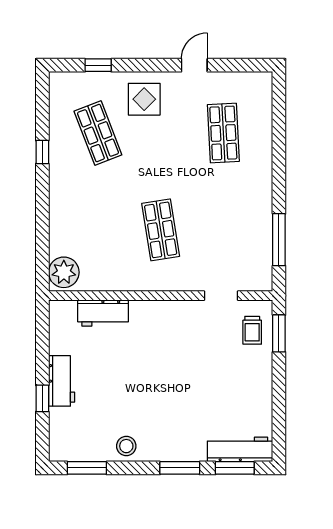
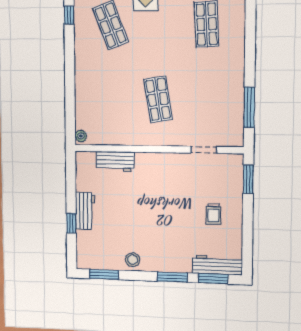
window: (42, 152) -> (69, 15), moved
plant: (64, 272) -> (81, 136), width x0.53, depth x0.53
trolley: (252, 330) -> (213, 214), moved

